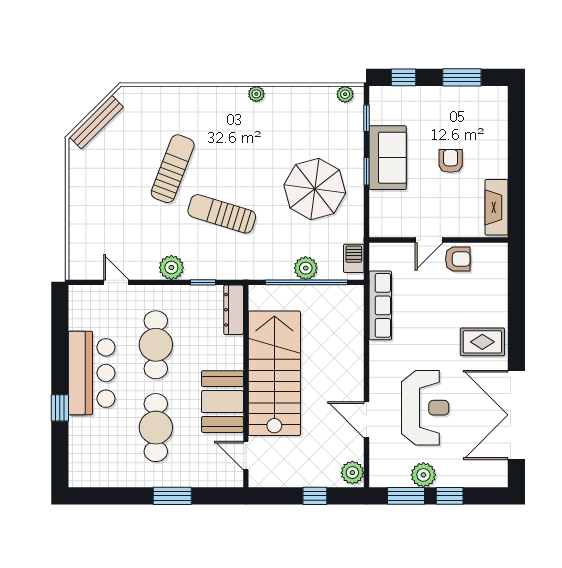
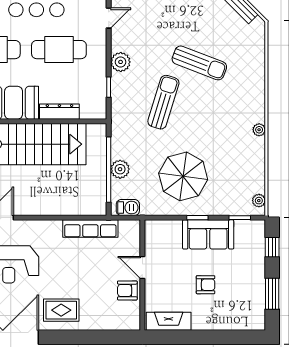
armchair: (458, 259) -> (127, 290), turned 90
dresser: (234, 310) -> (59, 112), moved
rug: (482, 342) -> (61, 310), turned 90

